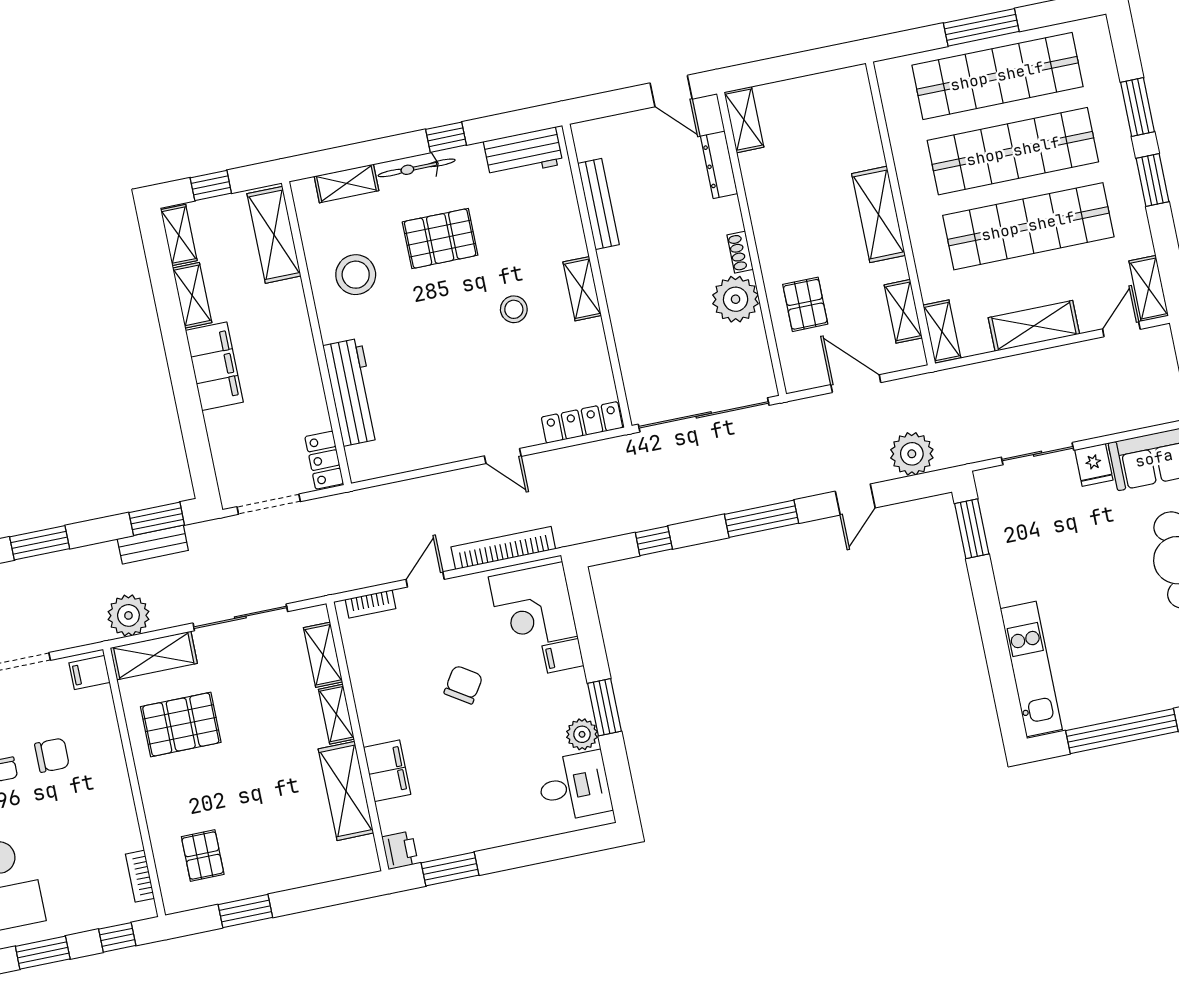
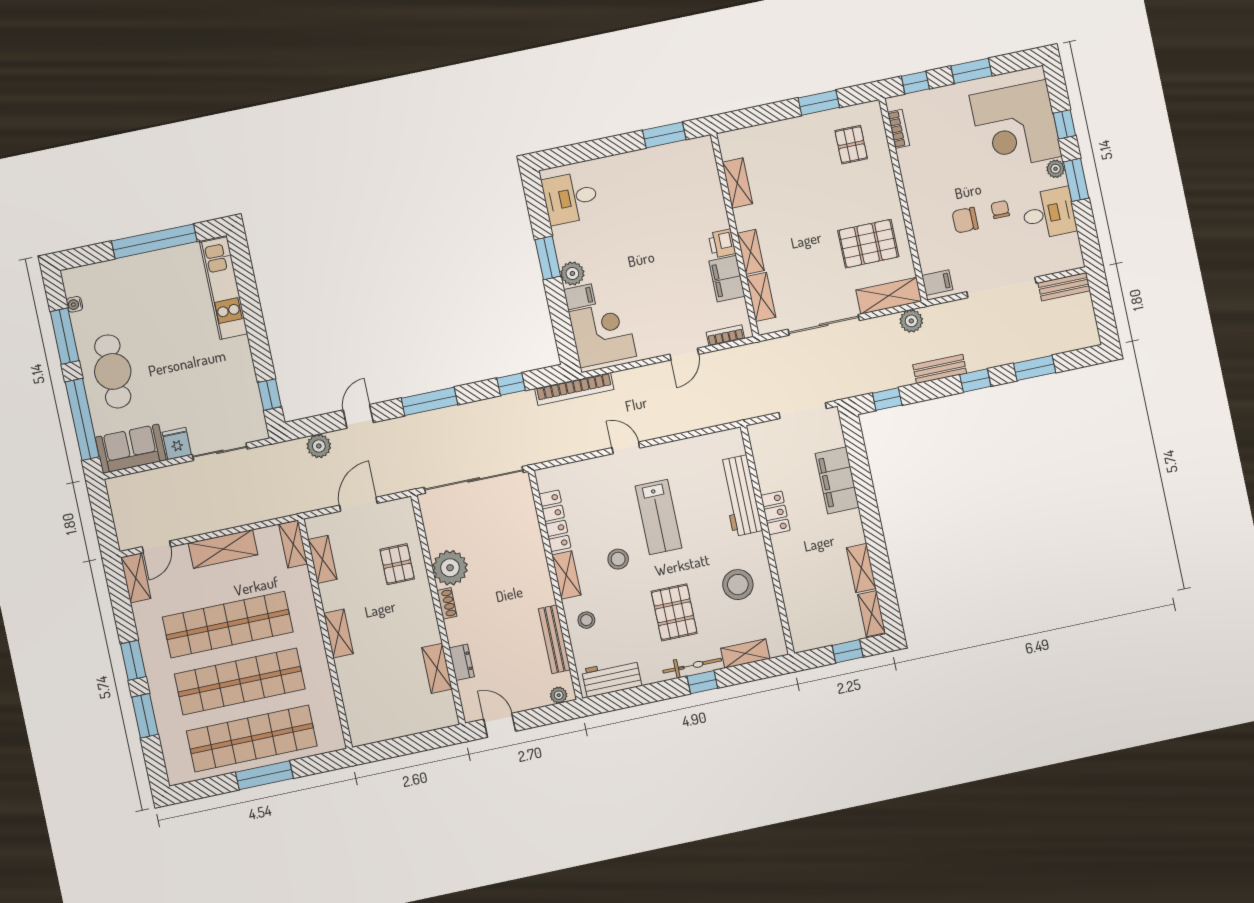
shelving: (744, 120) -> (437, 668), moved
plant: (593, 130) -> (559, 695), added
window: (446, 137) -> (702, 682), moved
dresser: (719, 165) -> (462, 662), width x0.70
shelving: (878, 214) -> (338, 633), width x0.67, depth x0.75
stool: (556, 229) -> (586, 620), added
shelving: (274, 235) -> (800, 614), removed
pallet: (440, 239) -> (674, 612), turned 90
lab bench: (460, 365) -> (659, 517), added
filing cabinet: (214, 366) -> (837, 480), moved
door: (856, 384) -> (358, 504), swing flipped
locker: (582, 422) -> (555, 521), moved, turned -90
plant: (912, 454) -> (319, 446), width x0.73, depth x0.73
locker: (324, 460) -> (775, 513), moved
window: (157, 519) -> (887, 399), width x0.67
window: (972, 529) -> (270, 395), width x0.67
window: (40, 543) -> (975, 381), width x0.67
bench: (153, 545) -> (940, 369), moved
bookcase: (503, 548) -> (574, 389), moved
plant: (128, 615) -> (911, 321), width x0.73, depth x0.73
chair: (463, 685) -> (655, 275), removed
plant: (582, 734) -> (572, 273), moved
filing cabinet: (387, 771) -> (727, 279), moved
shelving: (346, 791) -> (737, 183), width x0.67, depth x0.75
printer: (400, 850) -> (722, 243), moved

